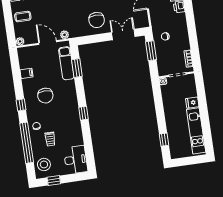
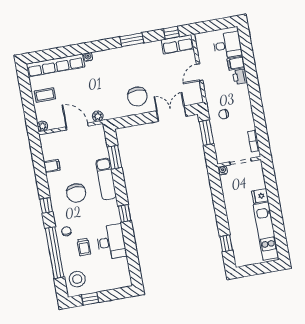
exam couch: (66, 63) -> (106, 179), moved
desk: (76, 160) -> (111, 242), moved

